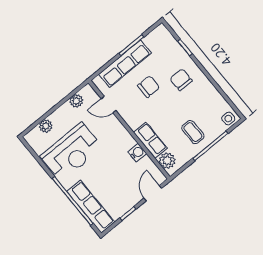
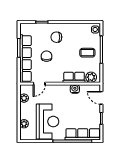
row of seats: (125, 64) -> (25, 59), width x1.36

